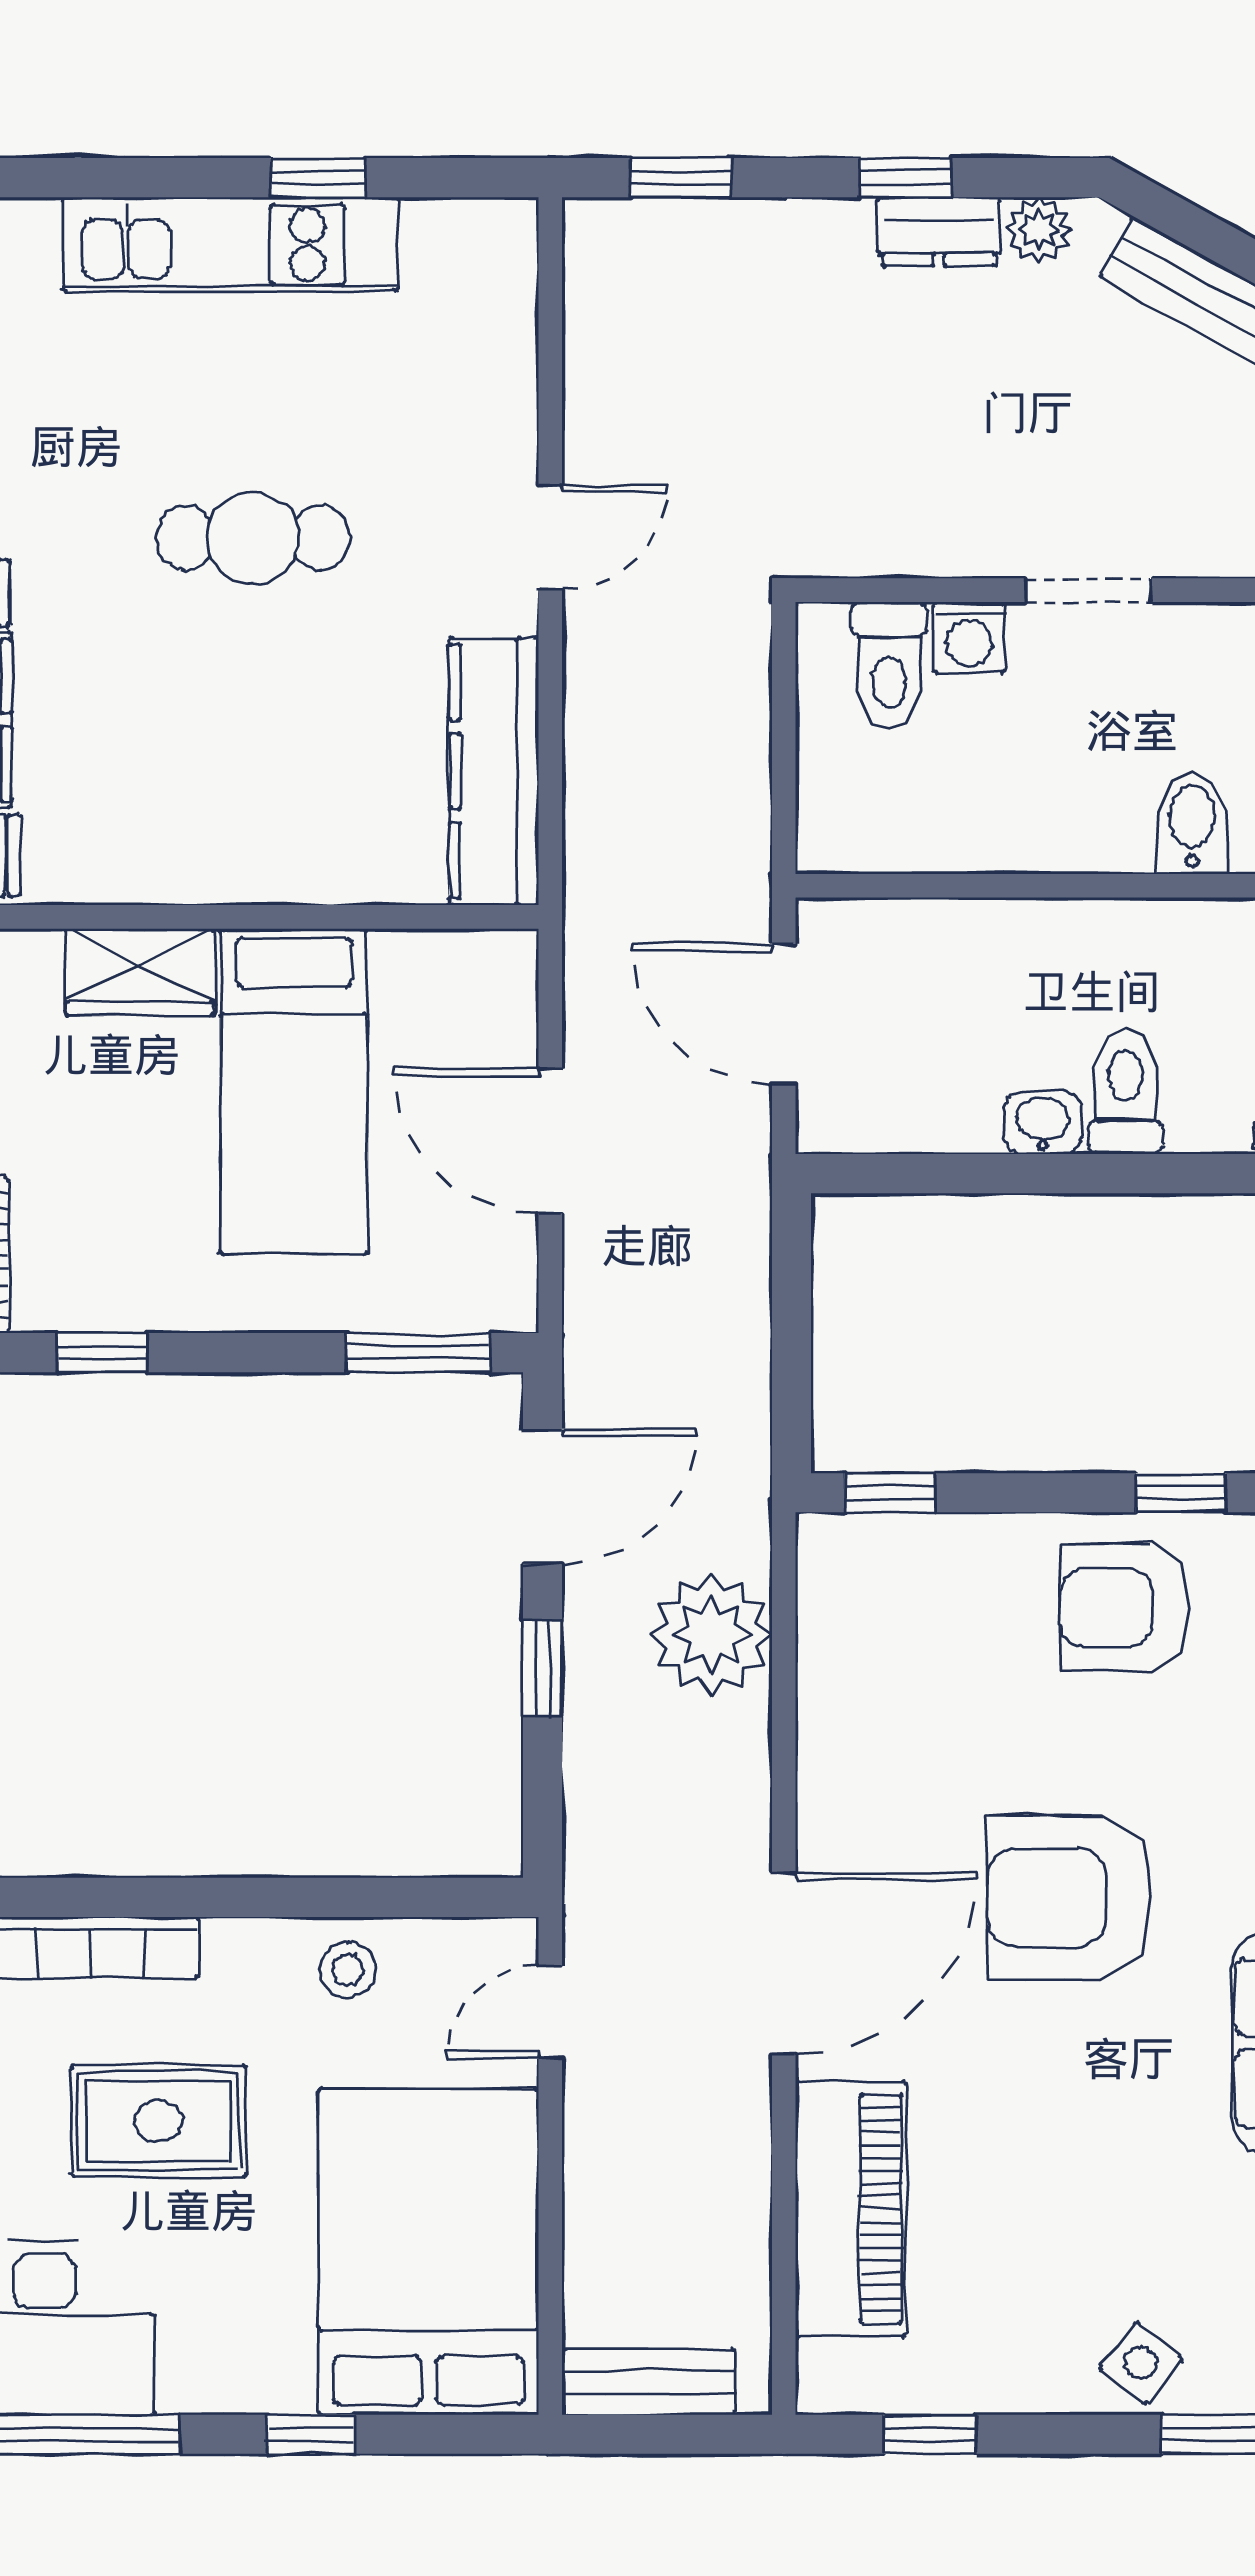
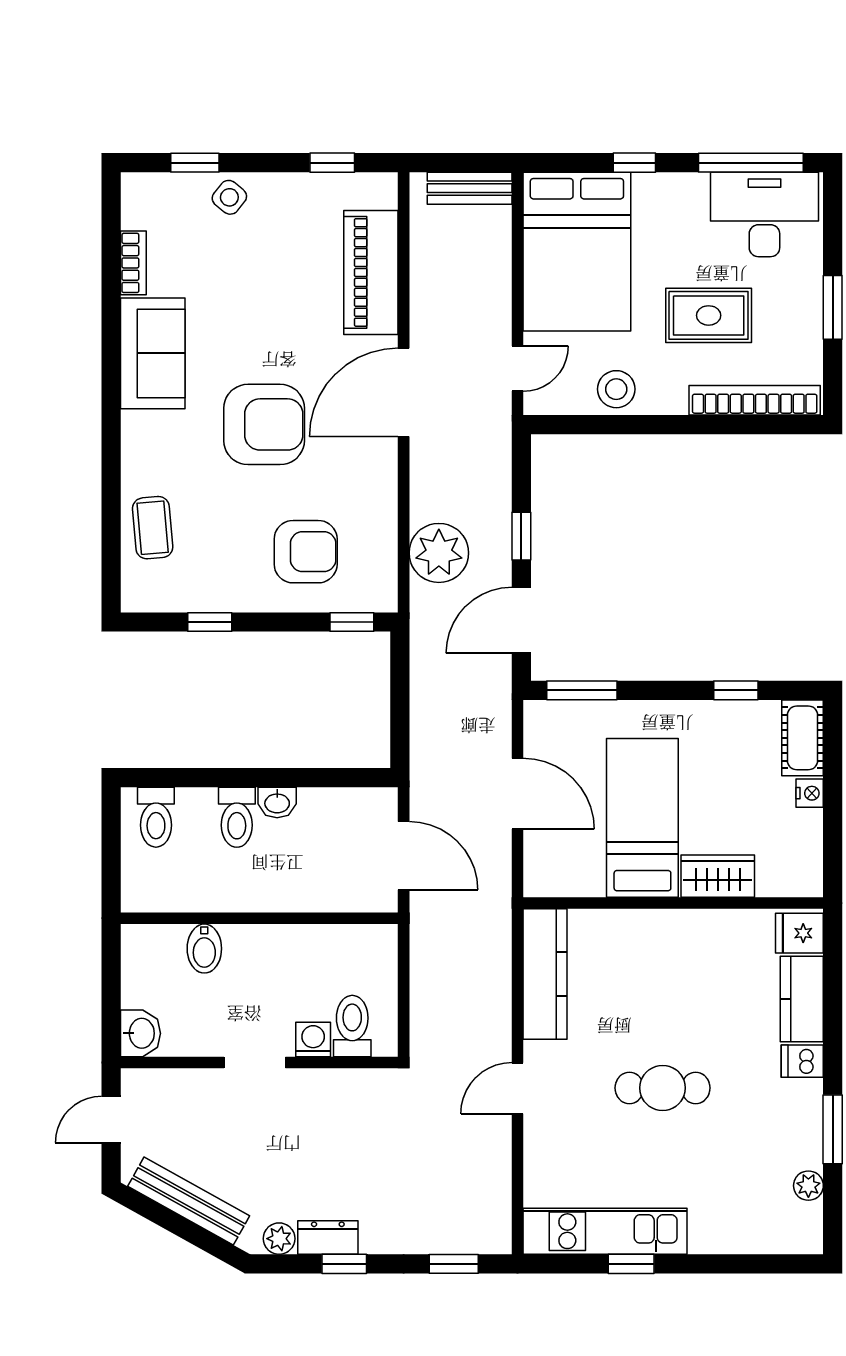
kitchen unit: (230, 244) -> (605, 1231), moved
armchair: (1124, 1608) -> (306, 552), moved
stool: (348, 1970) -> (616, 389), width x1.37, depth x1.37

